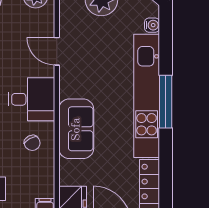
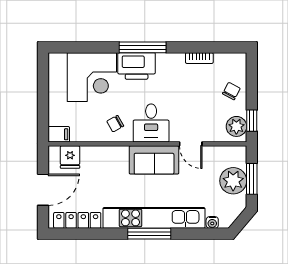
door: (57, 51) -> (191, 144), swing flipped
sofa: (76, 129) -> (154, 160), moved

